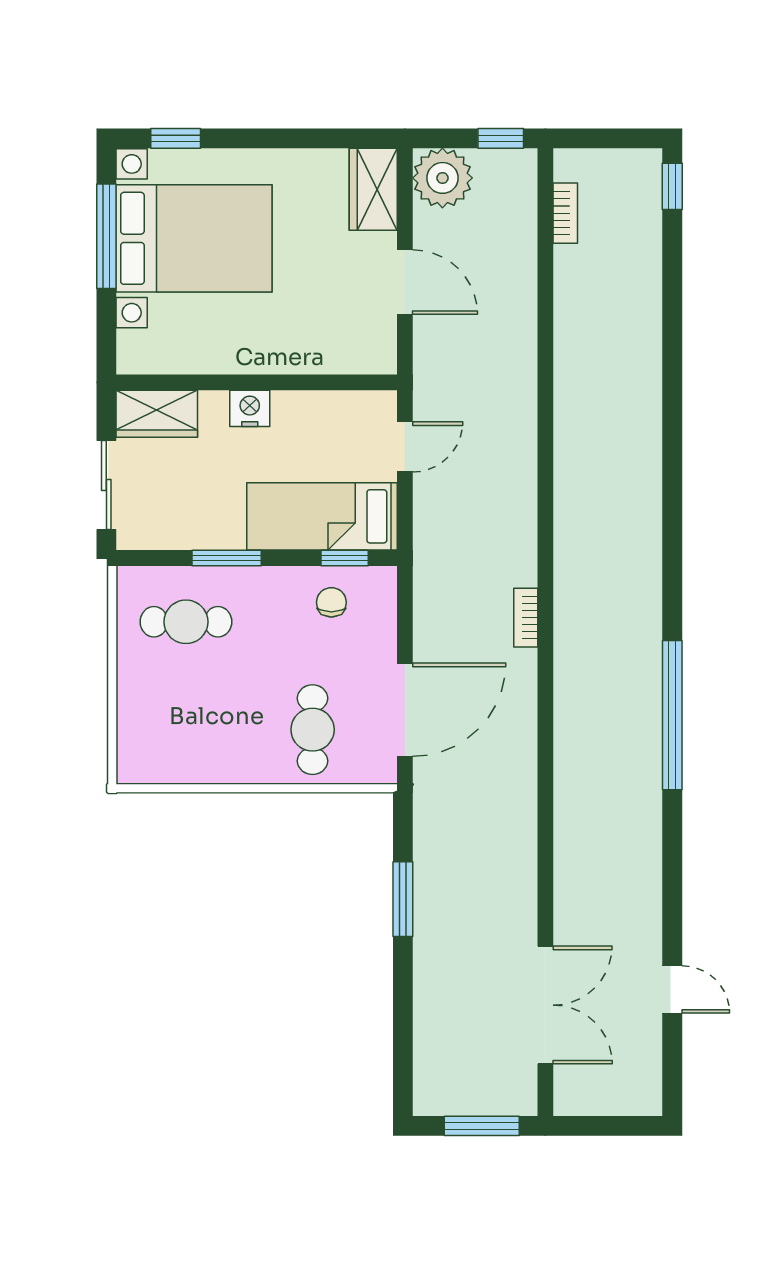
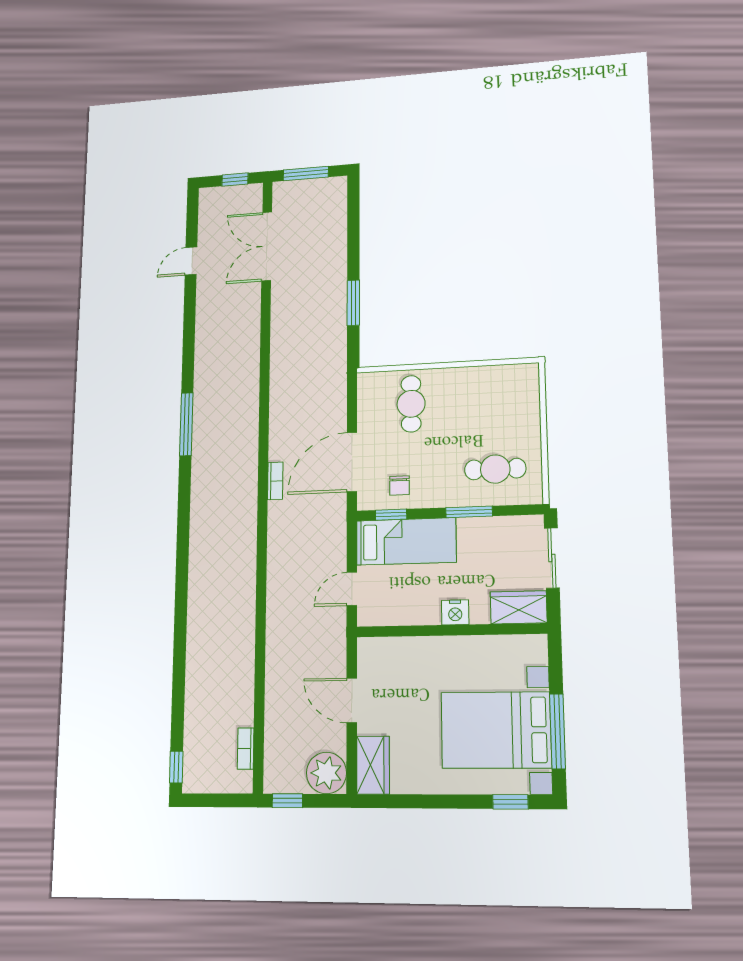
door: (405, 710) -> (352, 462), moved
window: (672, 715) -> (186, 424), width x0.68
door: (672, 989) -> (191, 261), hinge flipped
window: (601, 1126) -> (235, 180), added

